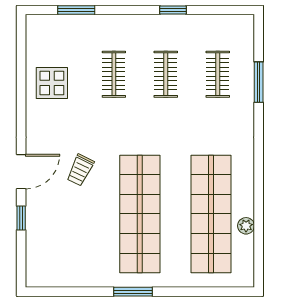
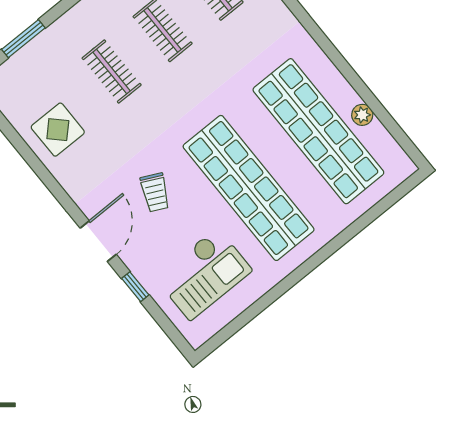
checkout: (69, 244) -> (204, 274), added
window: (133, 292) -> (304, 270), removed

